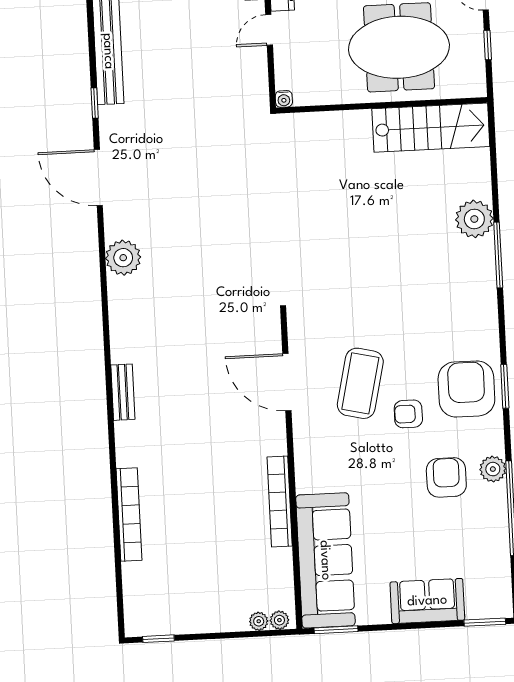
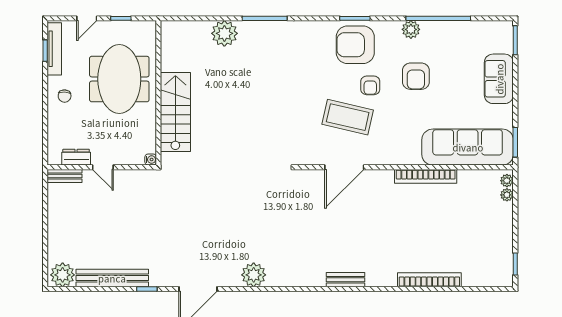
stairs: (431, 128) -> (175, 112), moved
plant: (474, 219) -> (224, 33), moved
armchair: (446, 477) -> (416, 76), moved, turned -90

